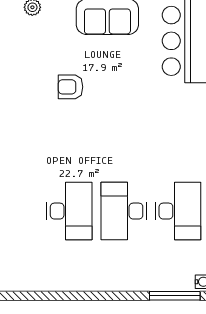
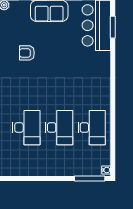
desk: (124, 211) -> (59, 128), turned 180

